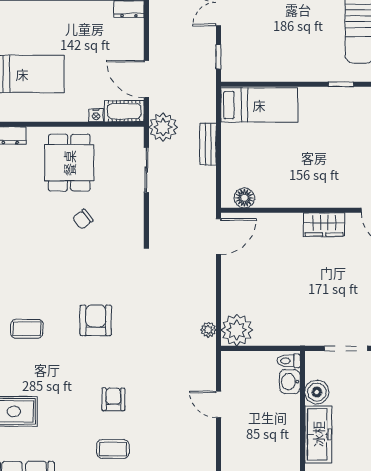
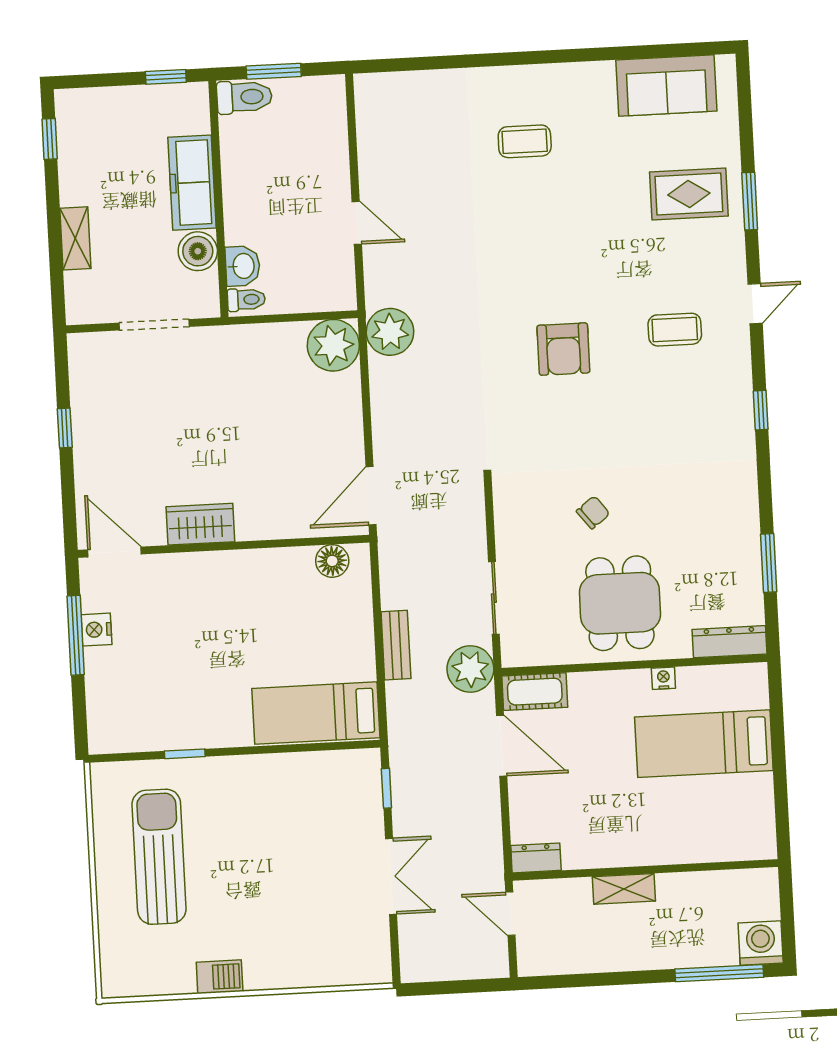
nightstand: (96, 115) -> (663, 678), moved
plant: (208, 330) -> (390, 332), width x1.87, depth x1.87
armchair: (113, 399) -> (528, 222), removed

